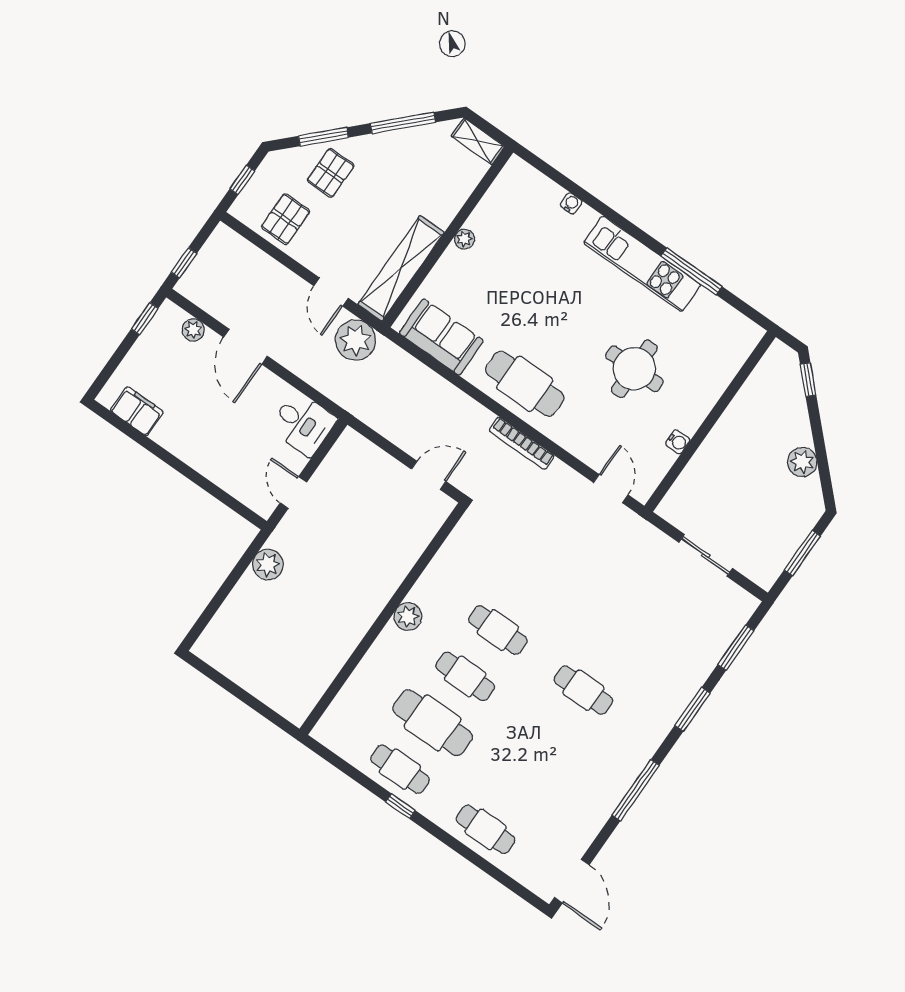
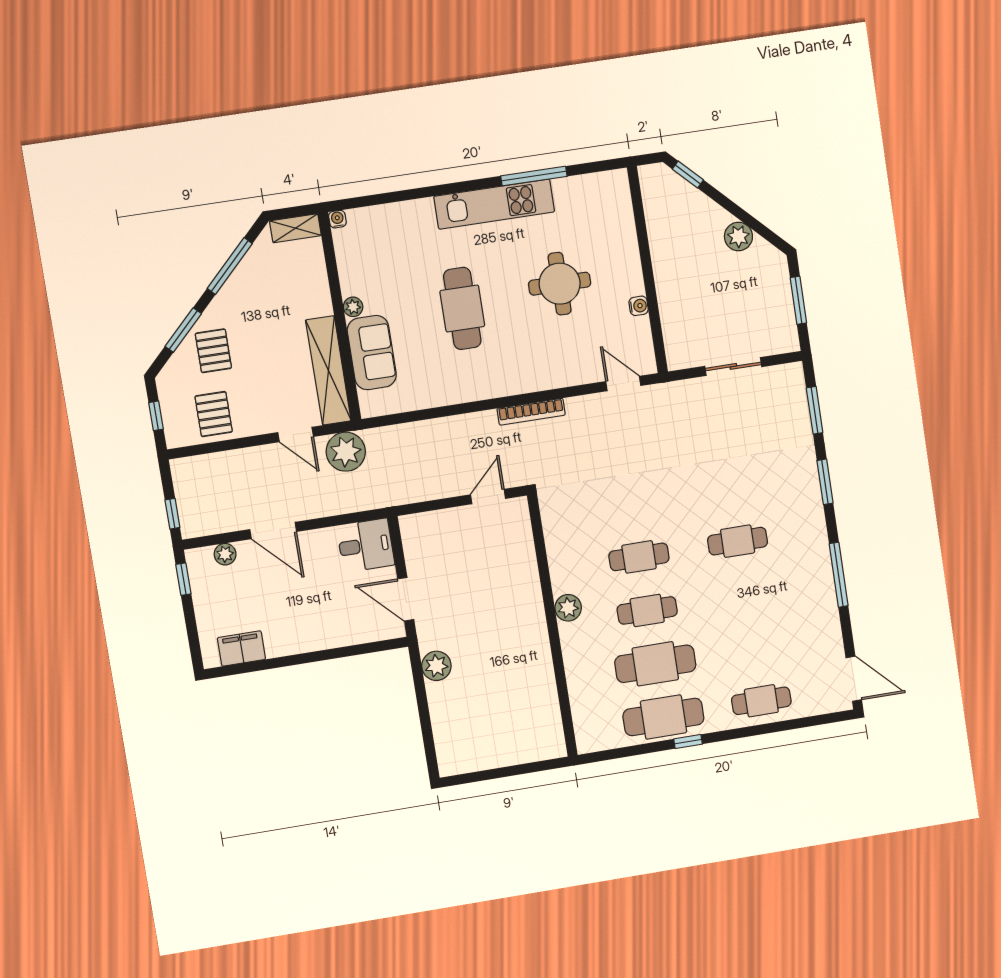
water cooler: (571, 203) -> (337, 219), moved
sofa: (441, 337) -> (372, 353), moved, turned 90
cafe table: (525, 384) -> (462, 308), moved, turned 90
door: (293, 493) -> (406, 599), width x1.38
cafe table: (400, 769) -> (663, 717), width x1.37, depth x1.35

